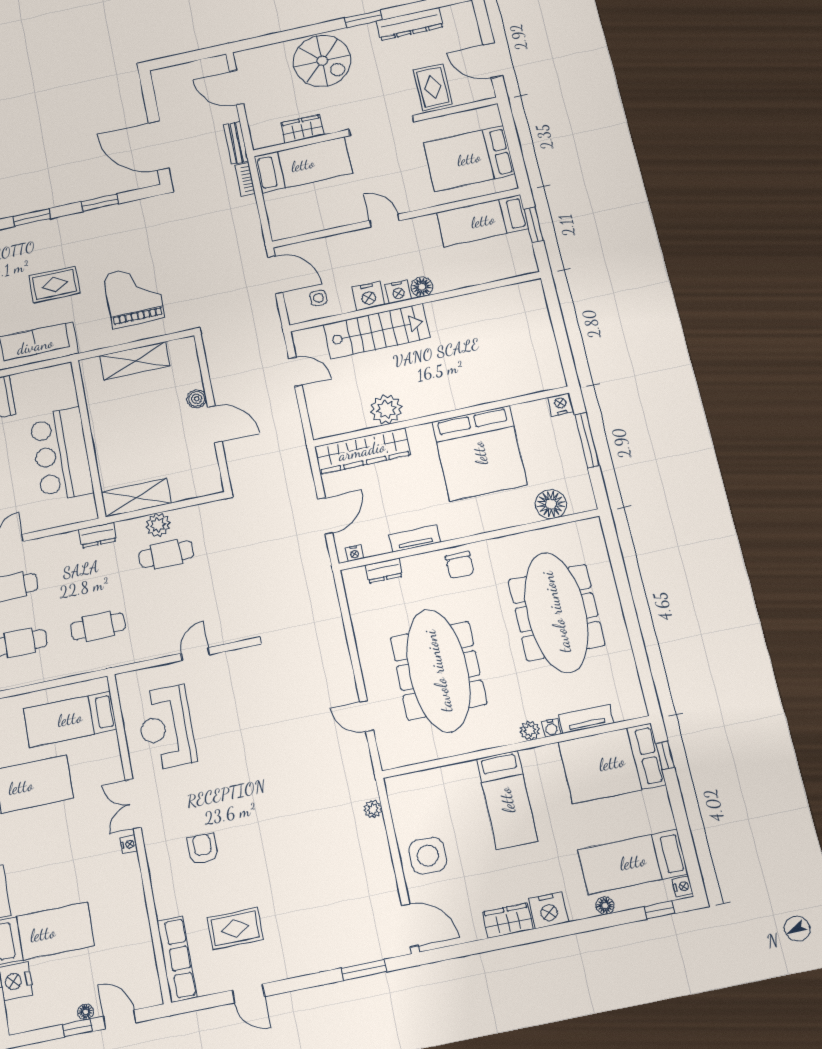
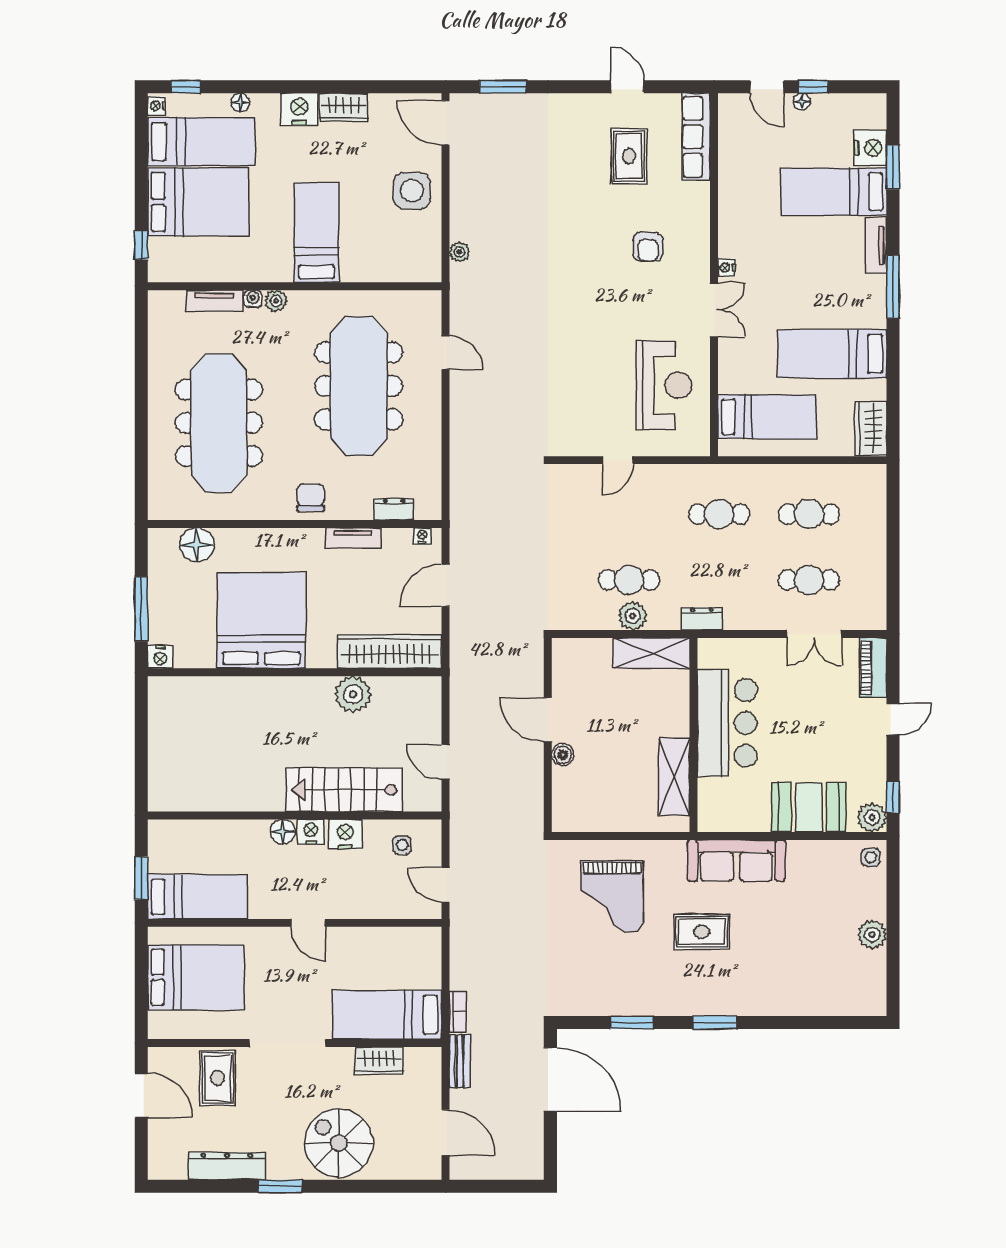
door: (275, 275) -> (446, 885), width x0.73
shelving: (135, 361) -> (674, 777), moved, turned 90
bed: (612, 763) -> (198, 202), moved
rug: (235, 929) -> (629, 156), turned 90

